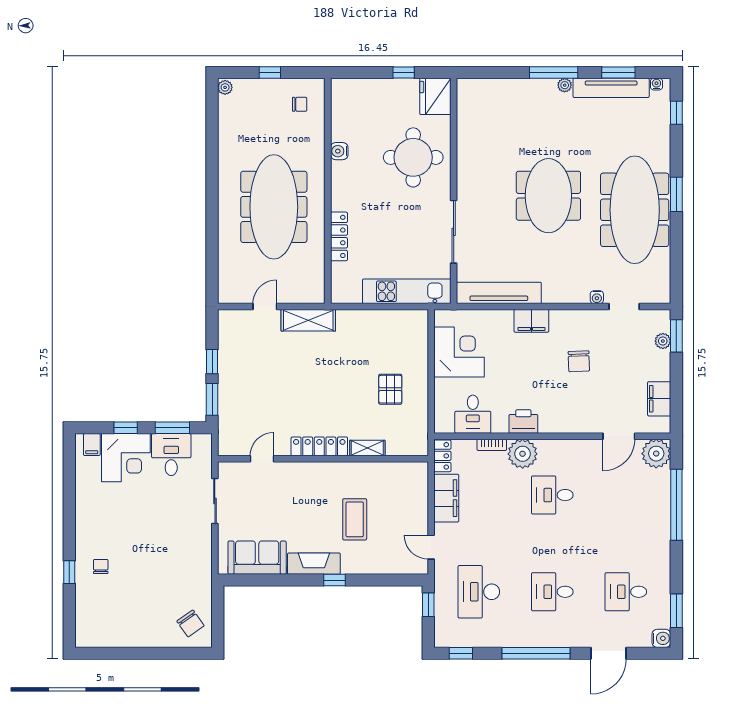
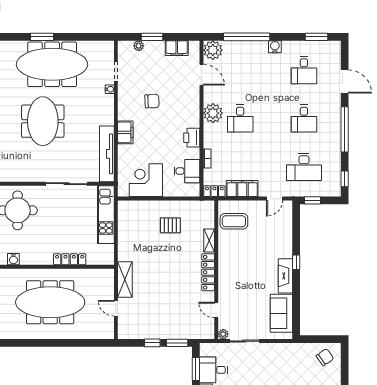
meeting table: (548, 196) -> (43, 121), turned 90
window: (676, 336) -> (152, 37), moved
plant: (523, 454) -> (213, 113), moved
plant: (225, 469) -> (223, 334), added
coffee table: (355, 519) -> (234, 221), moved
water cooler: (661, 638) -> (275, 47), moved

